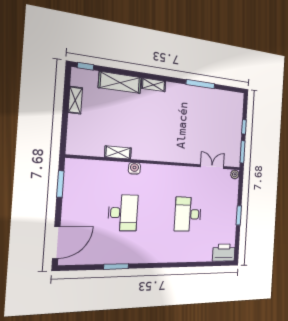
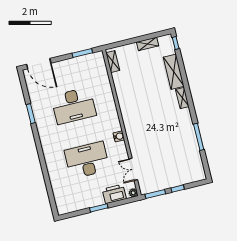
shelving: (118, 152) -> (113, 62), moved
double door: (212, 167) -> (133, 169), swing flipped
water cooler: (134, 168) -> (119, 136), moved
desk: (123, 213) -> (74, 106), width x1.36, depth x1.30
desk: (188, 214) -> (87, 160), width x1.36, depth x1.30
printer: (224, 253) -> (114, 194), moved, turned -90

